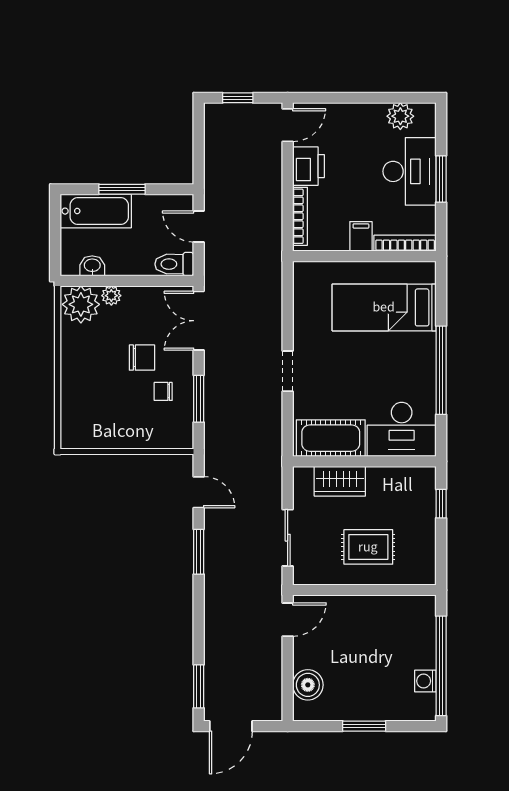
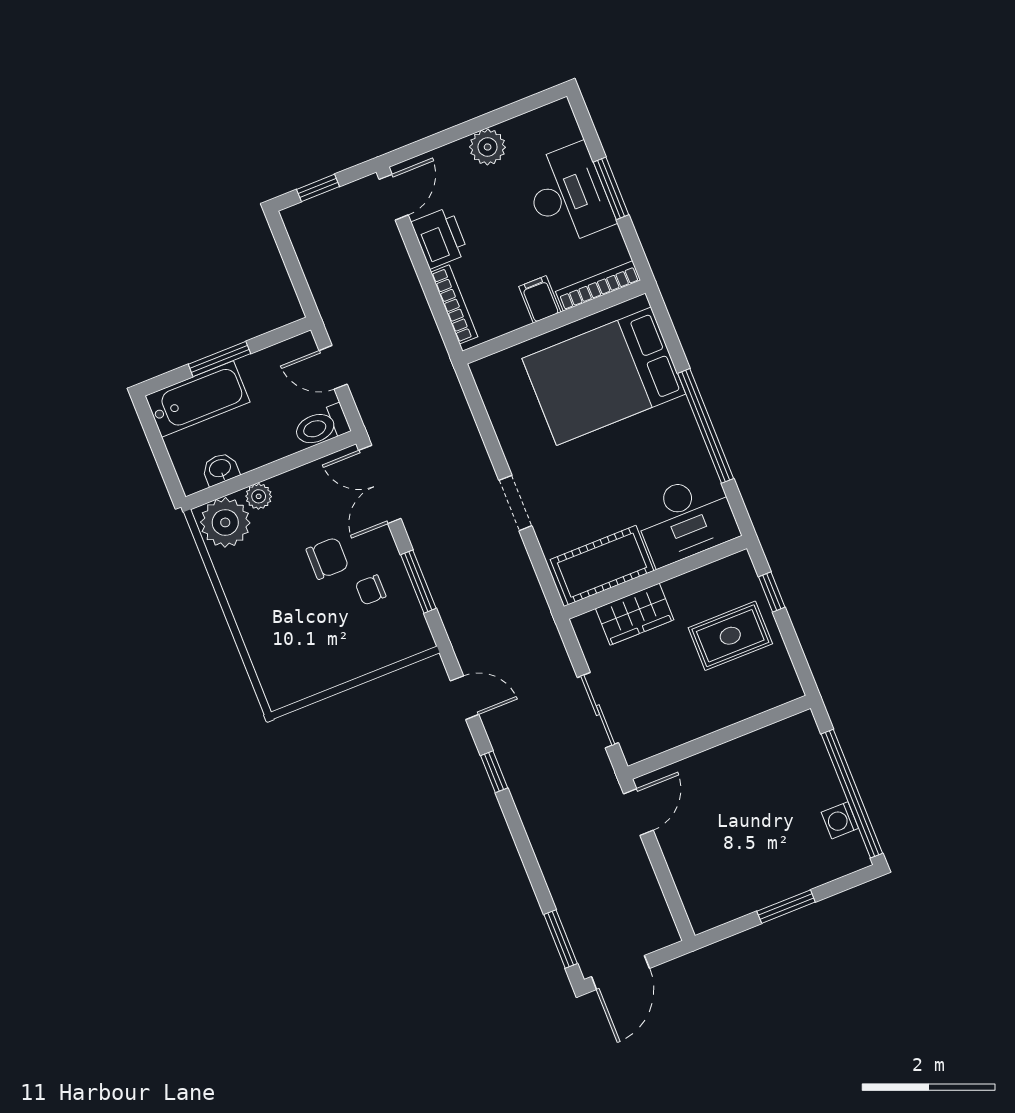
plant: (400, 116) -> (488, 147), moved
bed: (384, 307) -> (604, 376), width x1.50
rug: (368, 547) -> (730, 636), moved
window: (199, 552) -> (494, 772), width x0.67
boiler: (308, 685) -> (696, 883), removed

